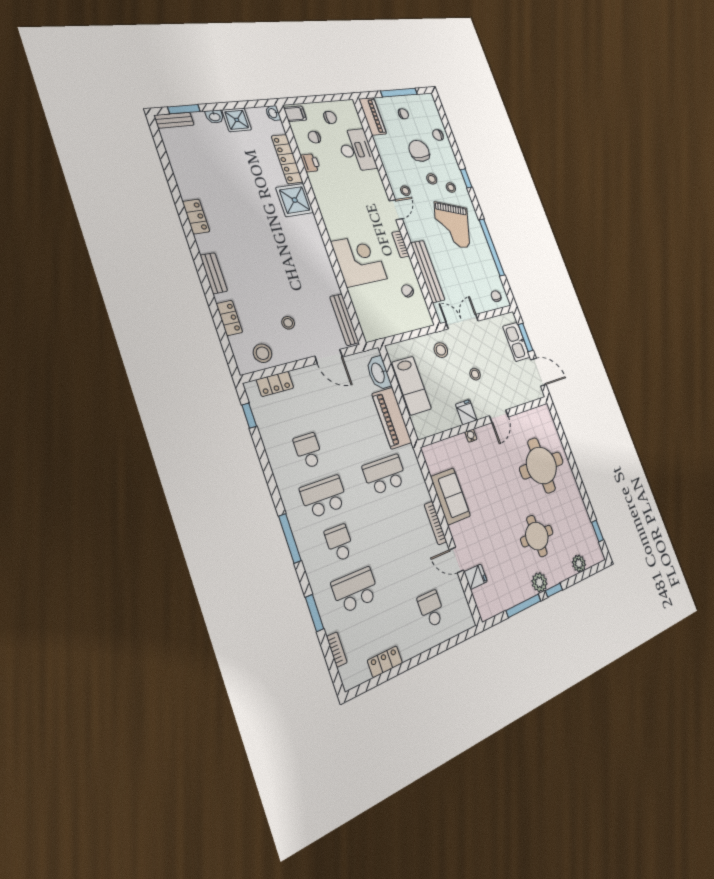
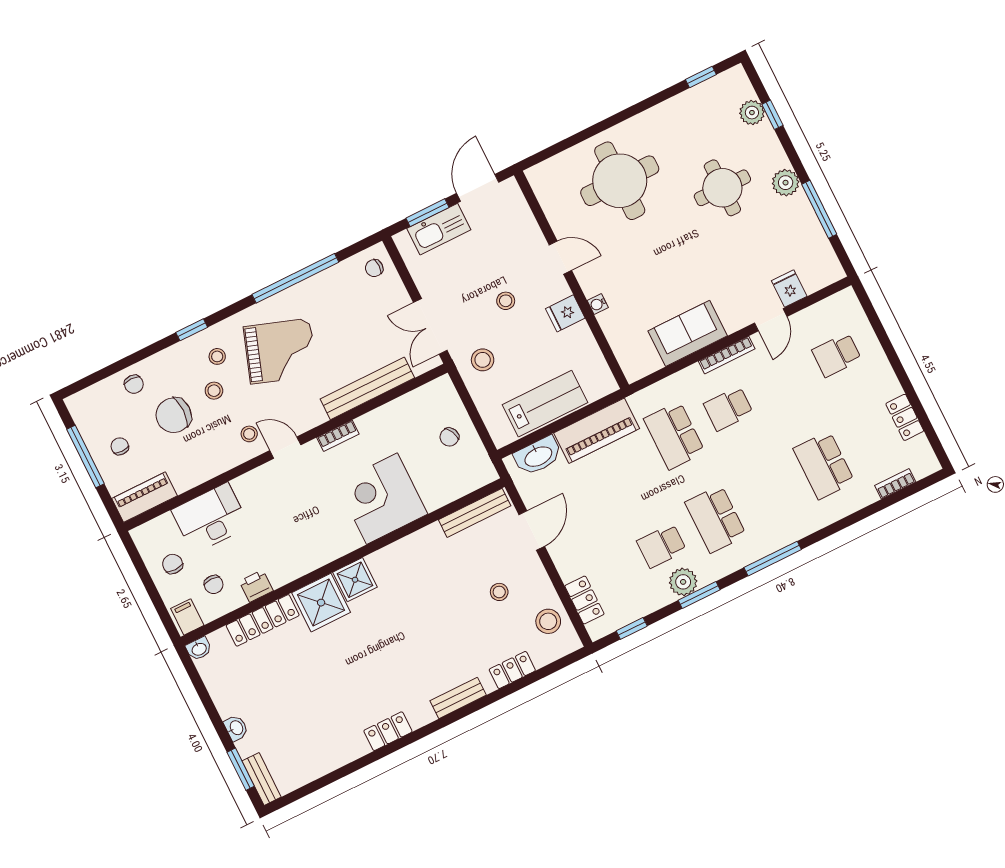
shower: (237, 120) -> (355, 580), moved
chair: (407, 291) -> (449, 437), moved
plant: (280, 463) -> (683, 582), added
school desk: (339, 543) -> (728, 409), moved
window: (554, 590) -> (772, 115), moved
window: (314, 613) -> (699, 595), moved

